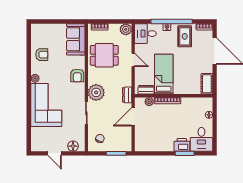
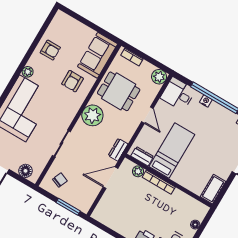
rug: (185, 36) -> (219, 123), removed
armchair: (77, 75) -> (72, 81), moved
plant: (96, 92) -> (92, 115), moved

